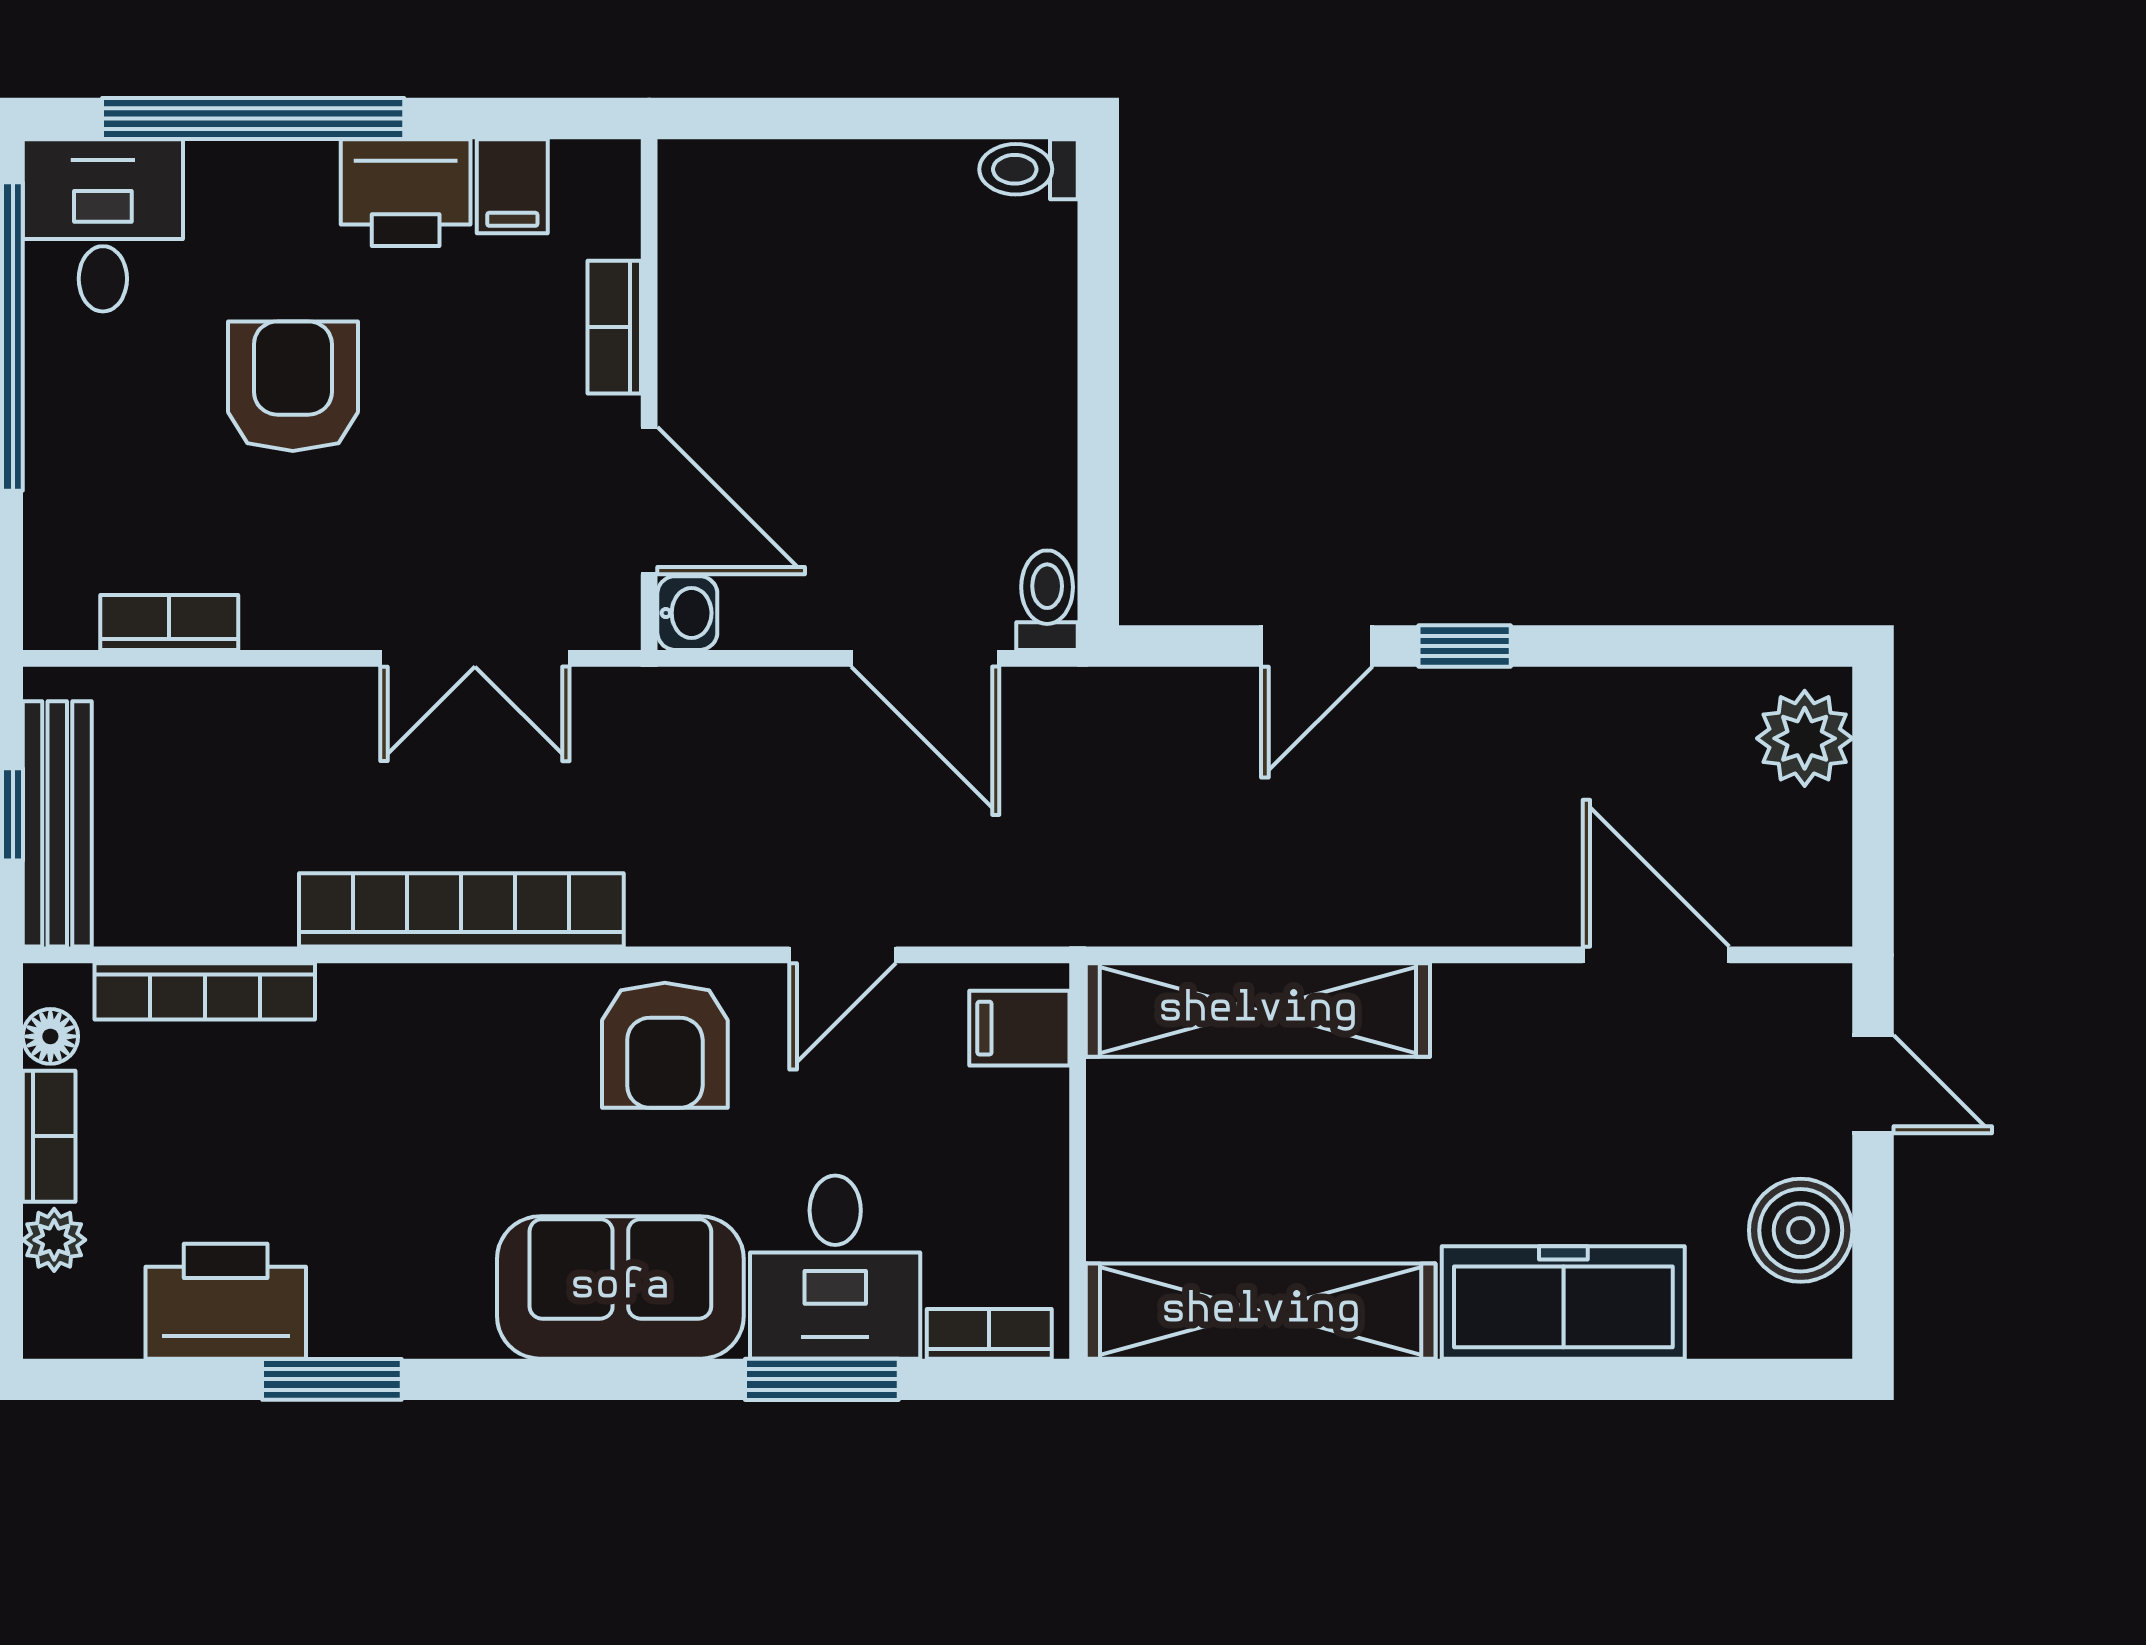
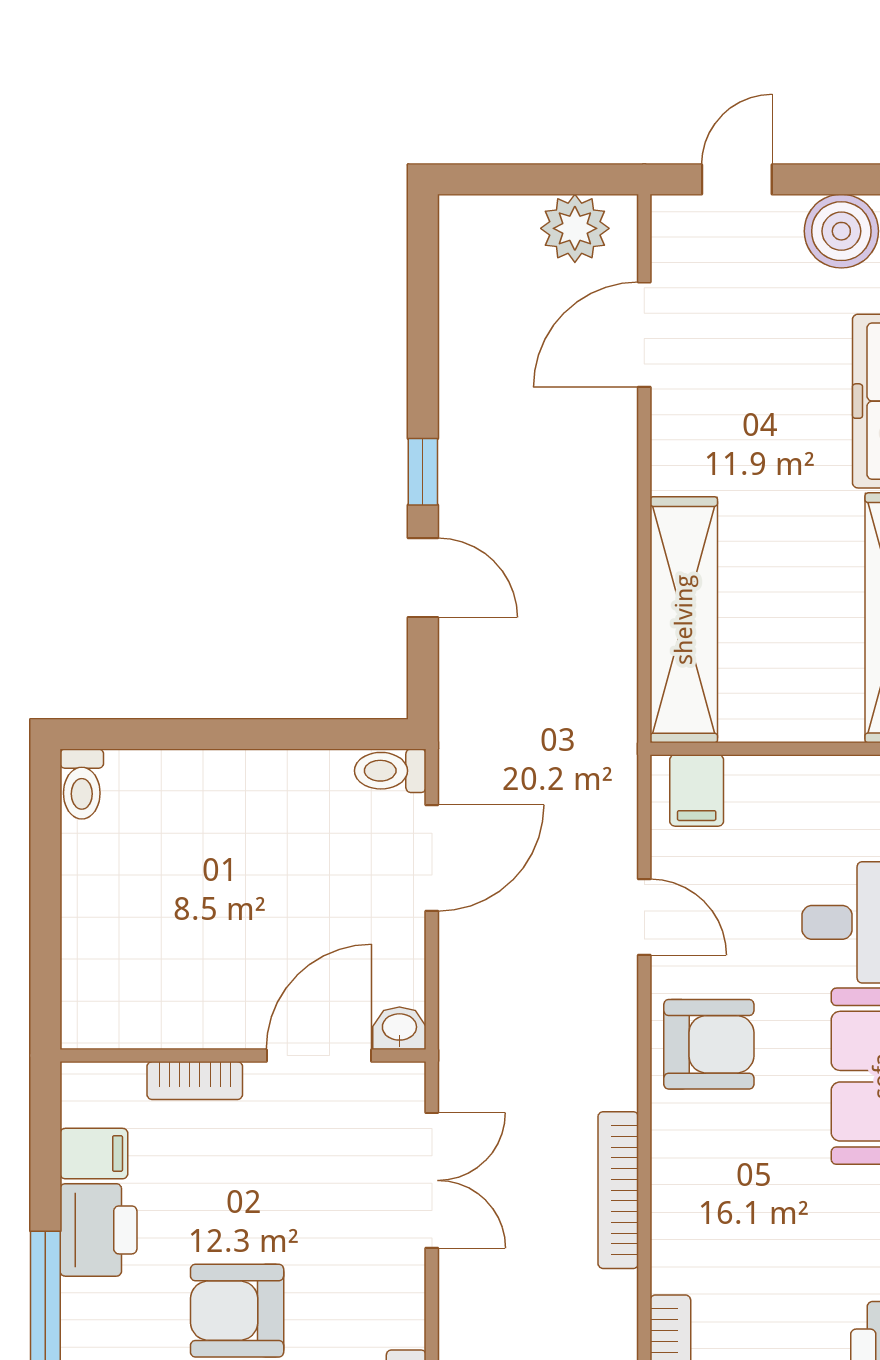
plant: (1805, 738) -> (575, 228), moved
bookcase: (461, 910) -> (618, 1190), width x0.68, depth x0.76

